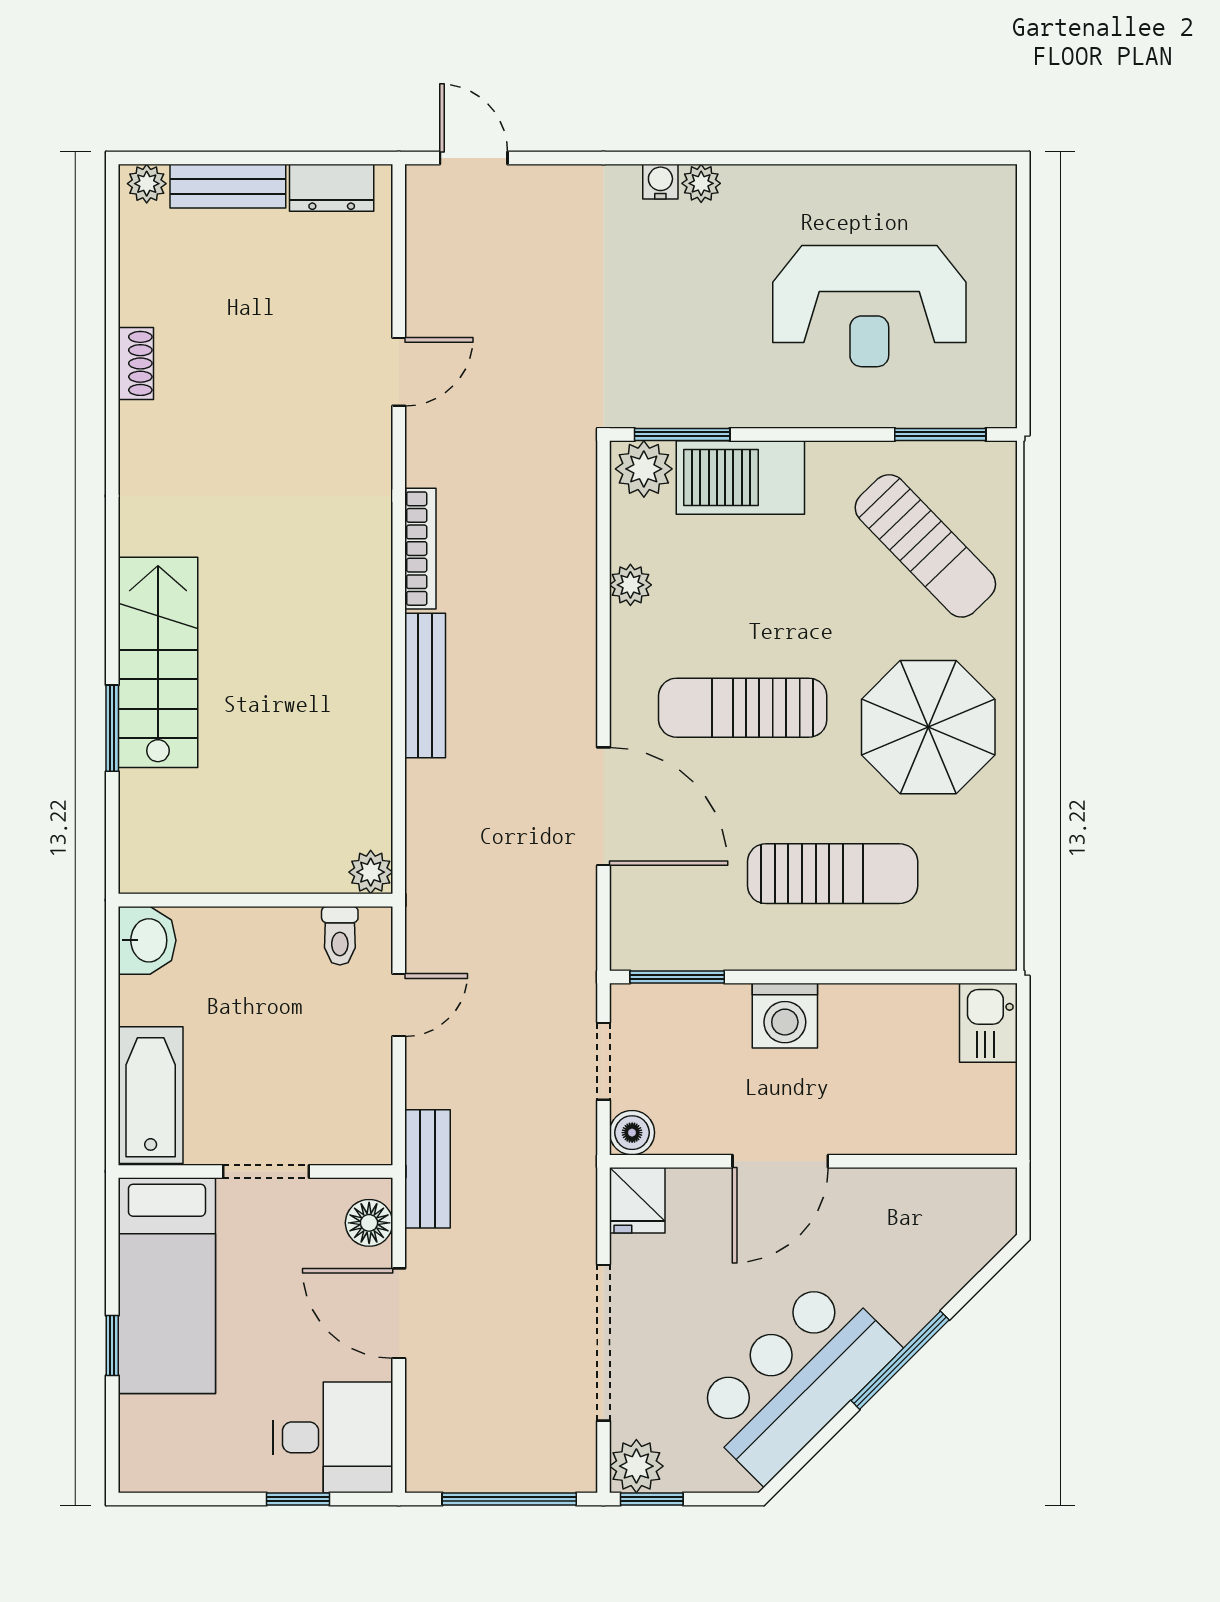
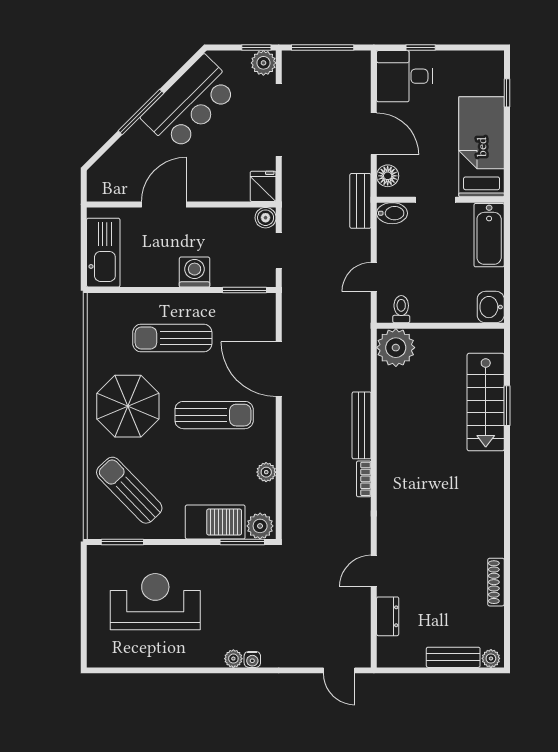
dresser: (332, 188) -> (388, 616), moved, turned 90
shoe rack: (136, 363) -> (496, 582), width x1.43
bookcase: (420, 549) -> (364, 479), width x0.64
stairs: (158, 662) -> (486, 402), moved
plant: (371, 872) -> (396, 348), width x1.88, depth x1.88
kitchen sink: (988, 1023) -> (103, 253), width x1.88, depth x1.24
bidet: (360, 1142) -> (392, 213), added
door: (780, 1161) -> (164, 204), moved
window: (112, 1345) -> (507, 93), moved

